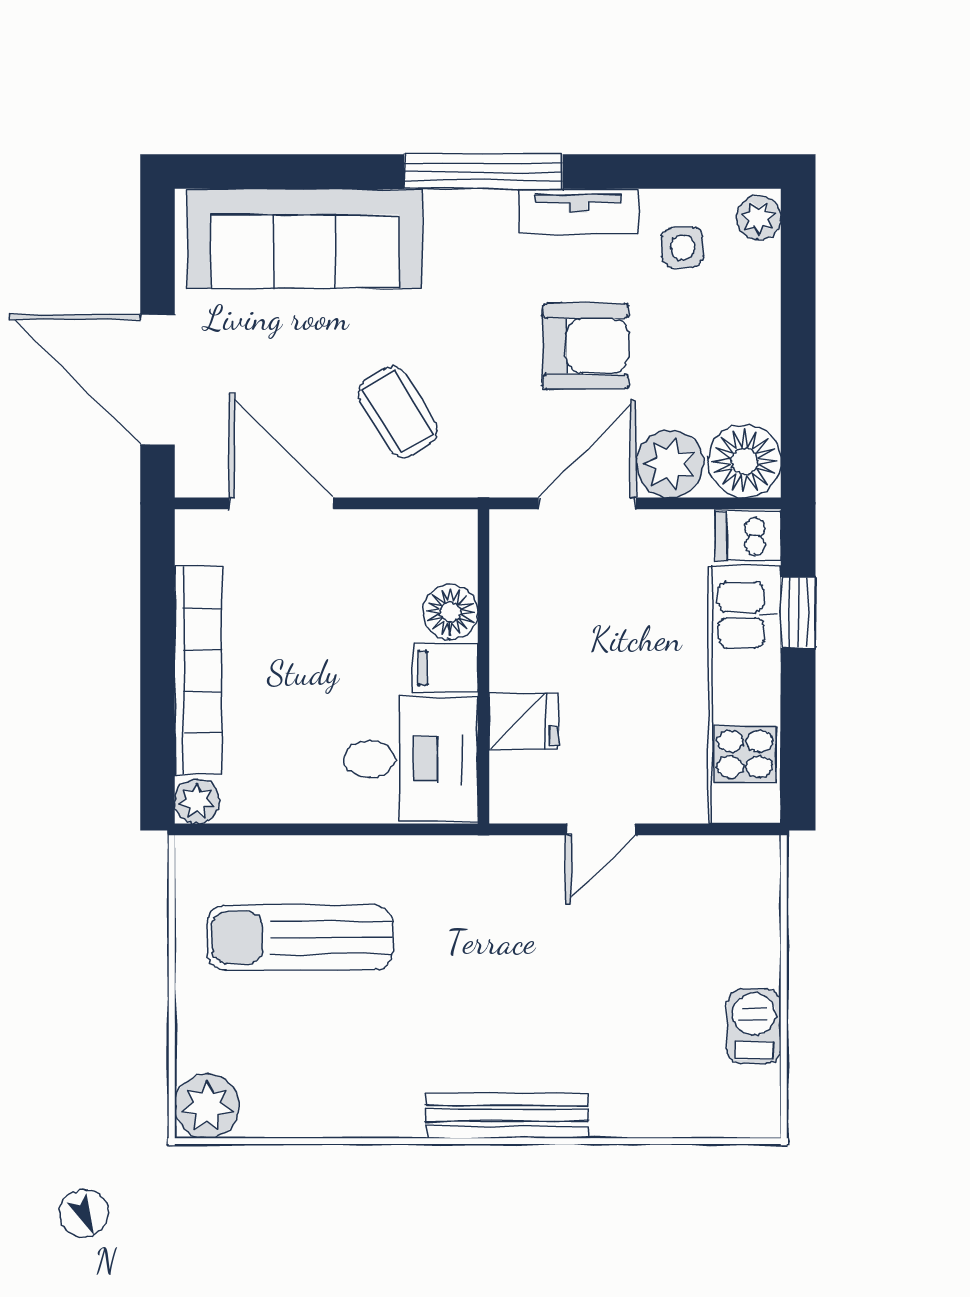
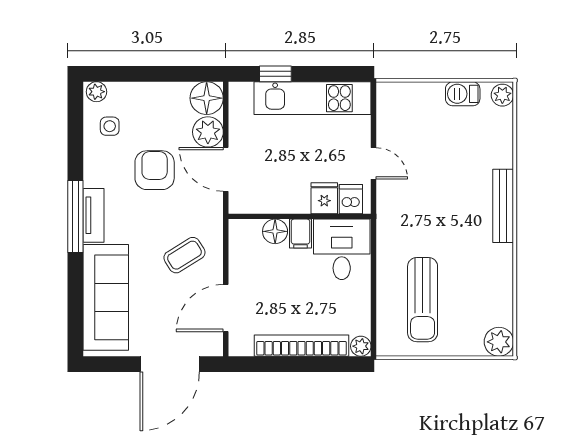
tv unit: (578, 211) -> (94, 215), moved
dishwasher: (749, 536) -> (351, 199), moved, turned 180
plant: (751, 1114) -> (502, 95), added

